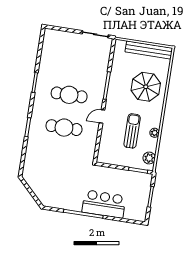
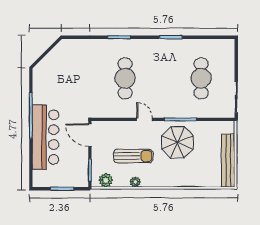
parasol: (146, 87) -> (177, 142), moved
cafe table: (69, 95) -> (201, 78), moved
door: (108, 166) -> (90, 135), added
bar counter: (104, 204) -> (46, 137), width x1.36

